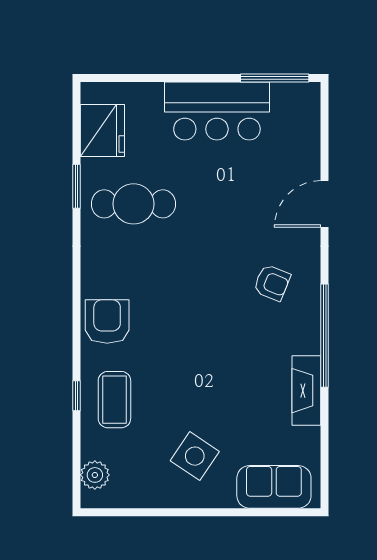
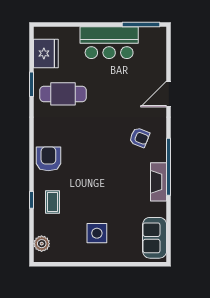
fireplace: (306, 391) -> (158, 182), moved
coffee table: (114, 400) -> (53, 202), width x0.73, depth x0.77
side table: (195, 456) -> (97, 233), turned -34
sofa: (274, 487) -> (155, 238), moved, turned -90

